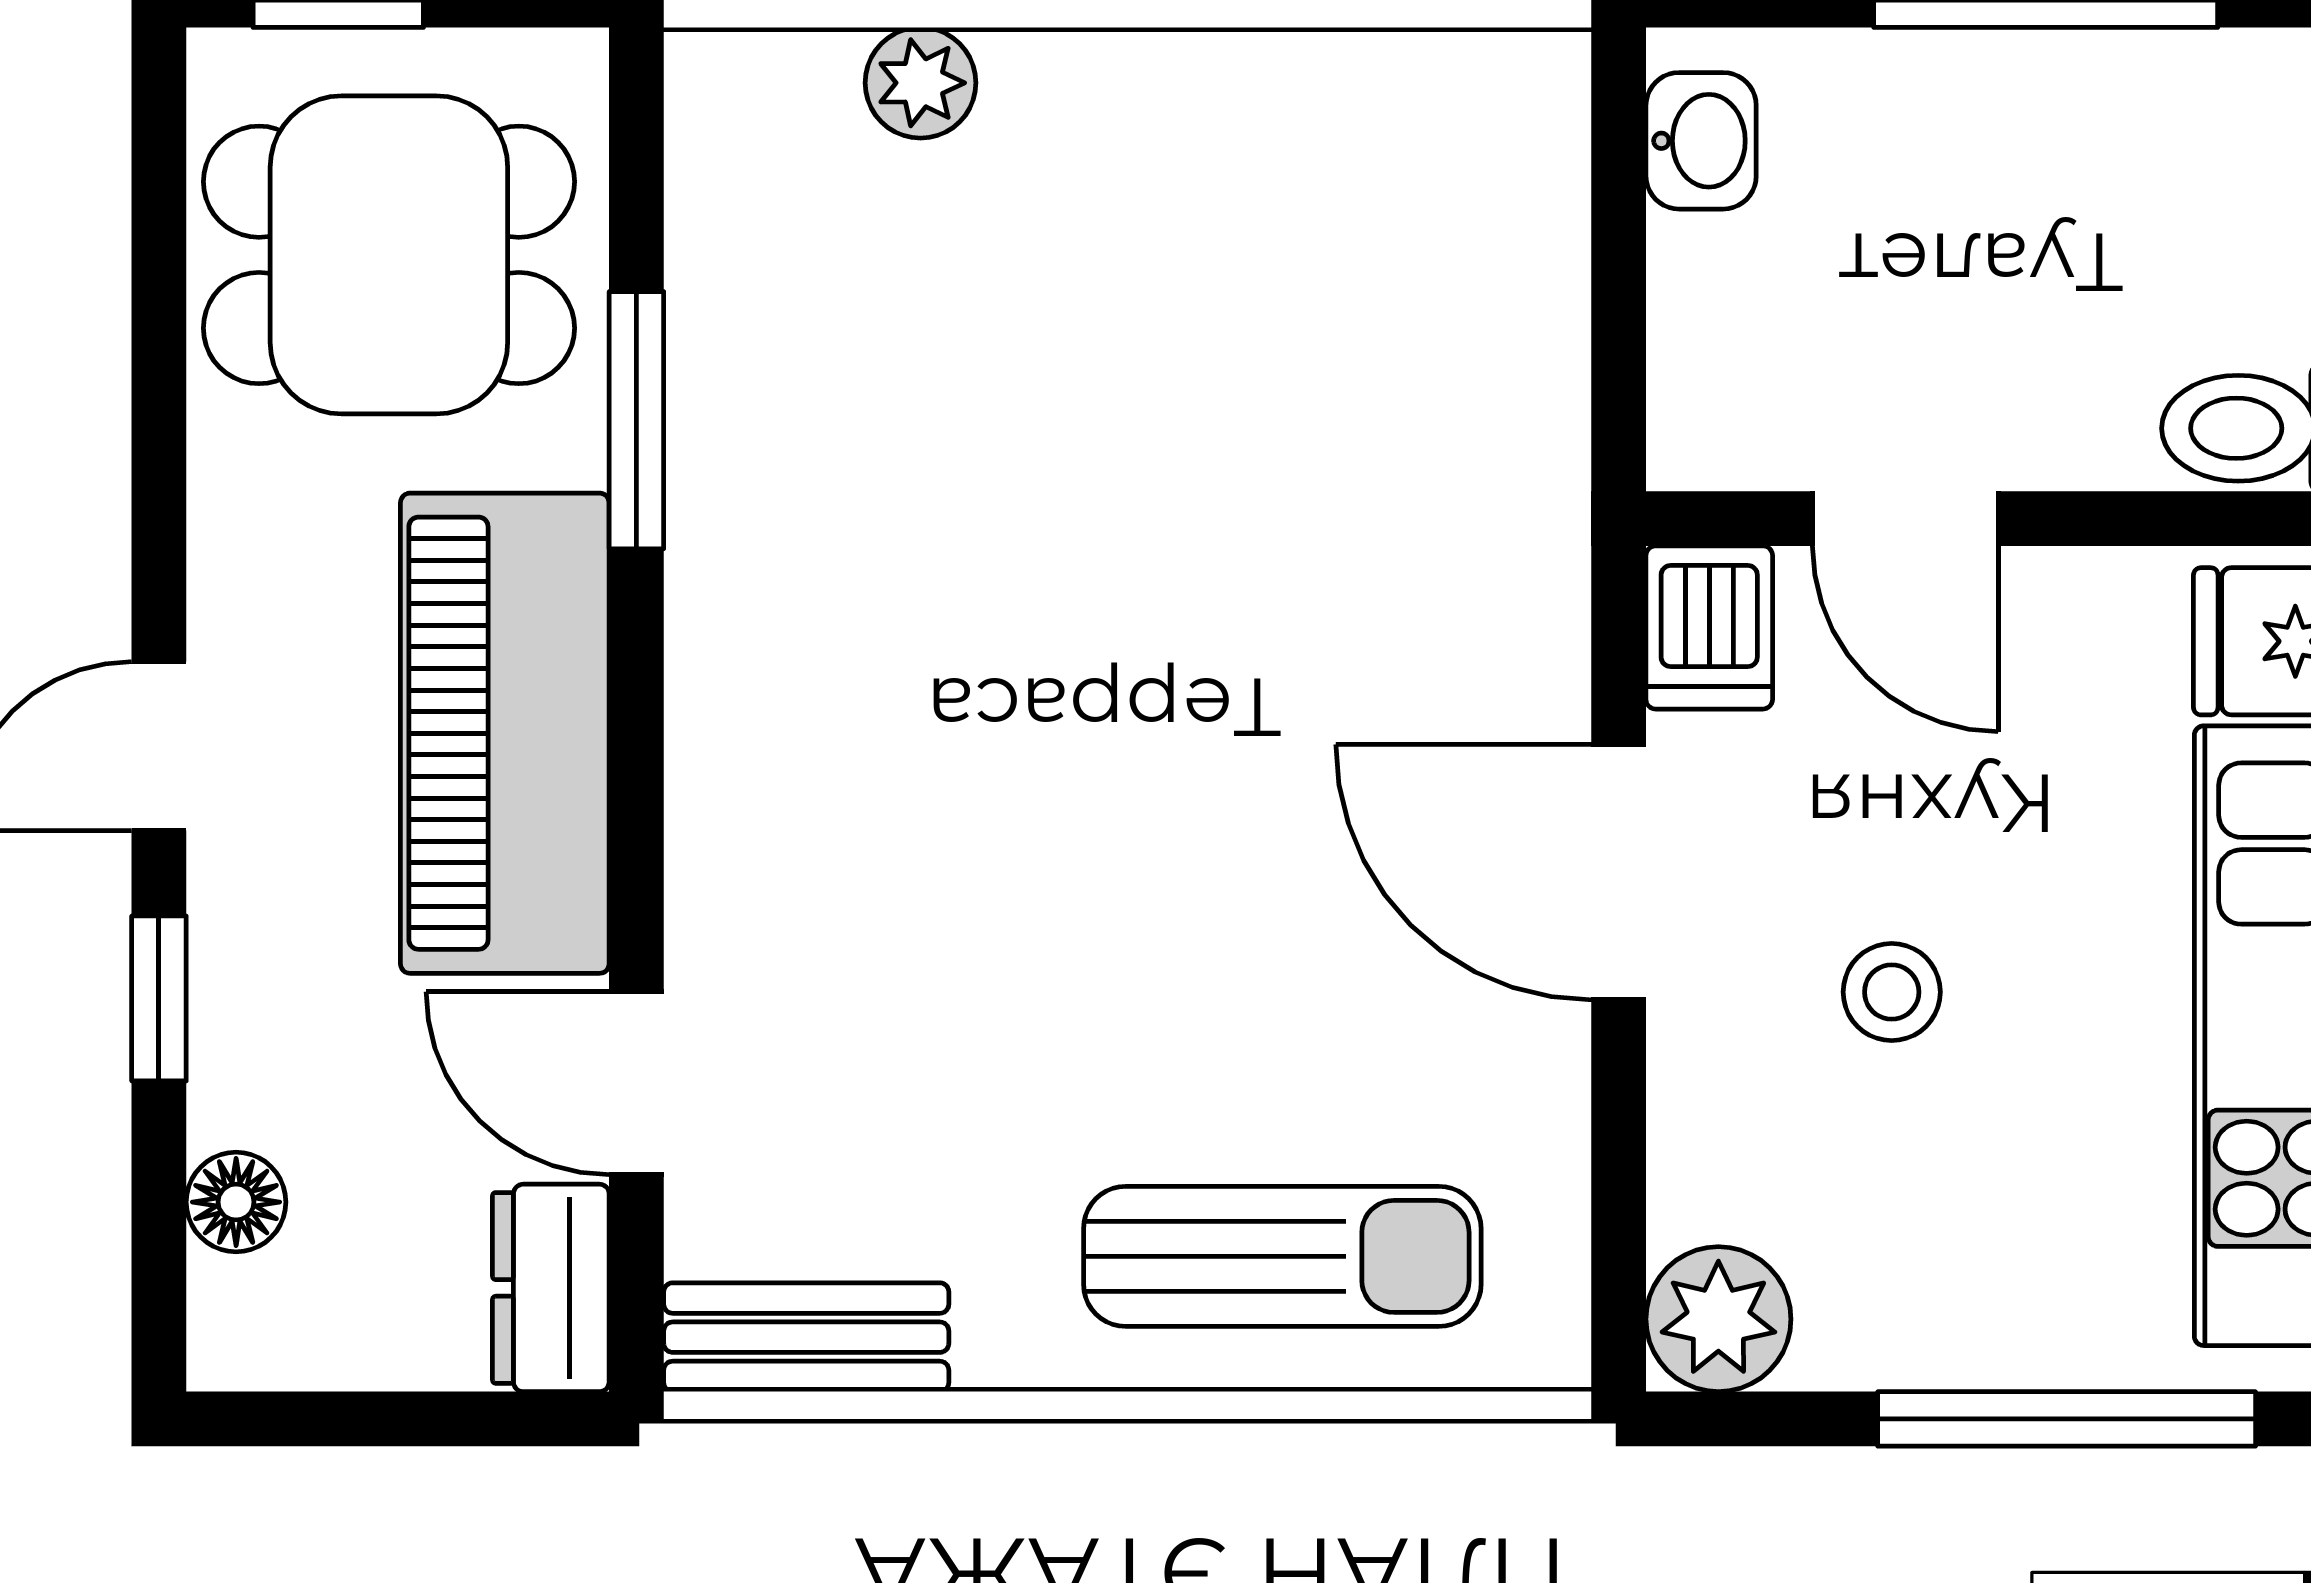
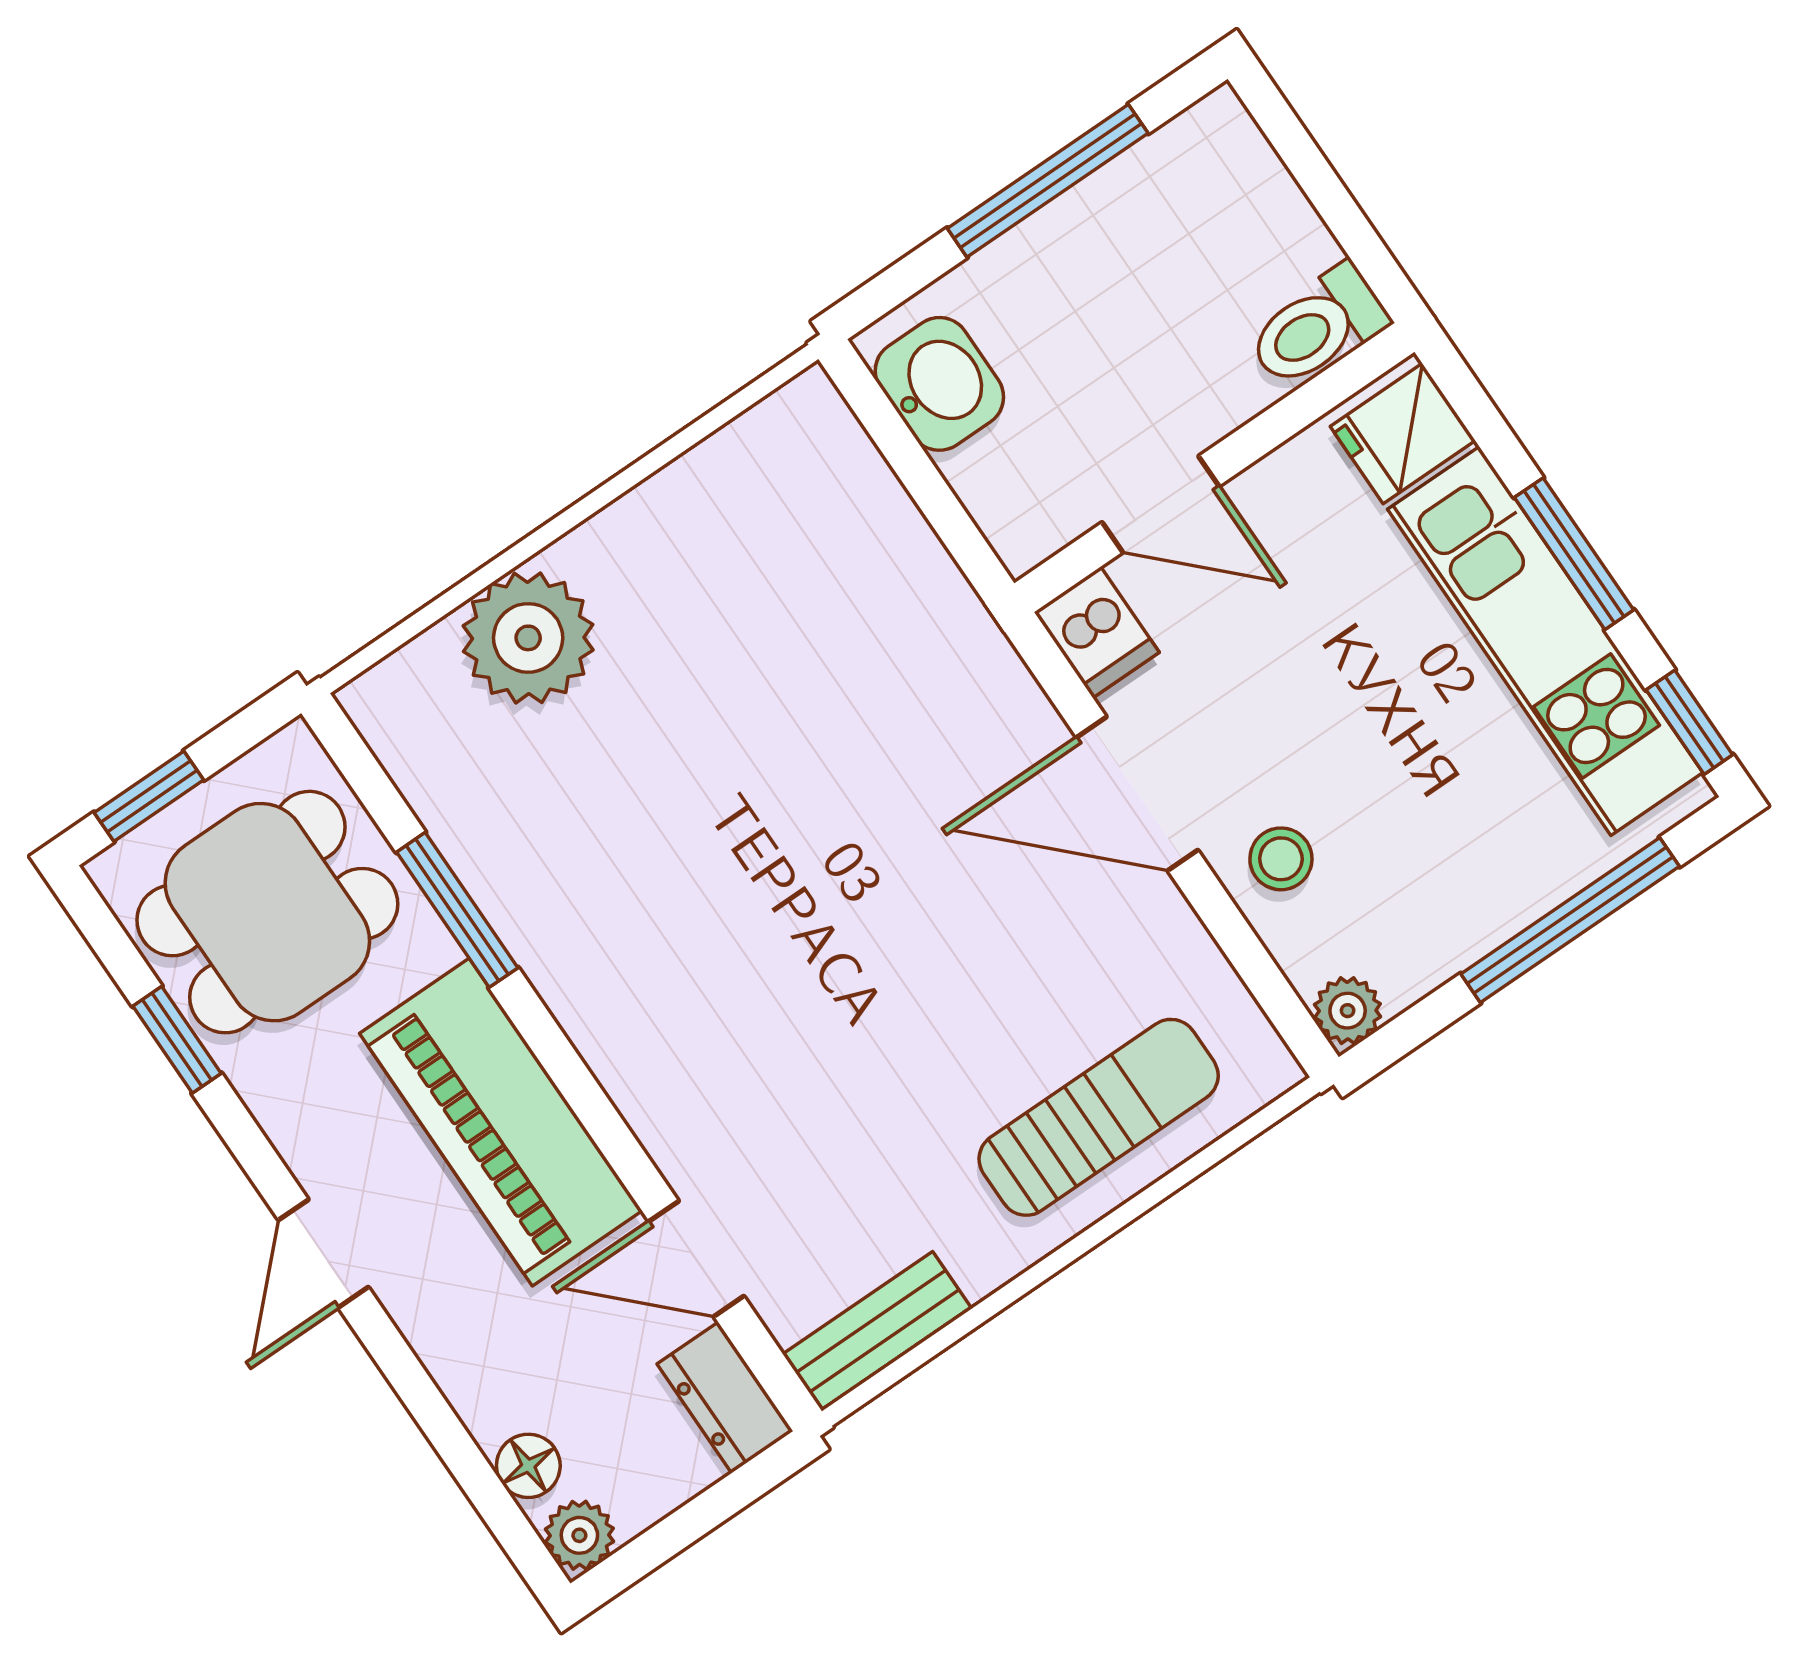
plant: (921, 83) -> (528, 638), width x1.87, depth x1.87
washbasin: (1701, 141) -> (939, 384), width x1.38, depth x1.45
stool: (1892, 992) -> (1281, 859), moved
window: (159, 998) -> (177, 1040), moved
plant: (1718, 1319) -> (1348, 1011), width x0.73, depth x0.73
plant: (241, 1337) -> (579, 1535), added

